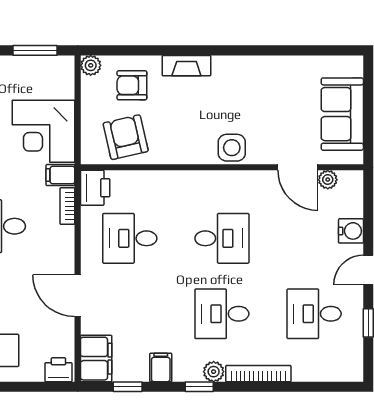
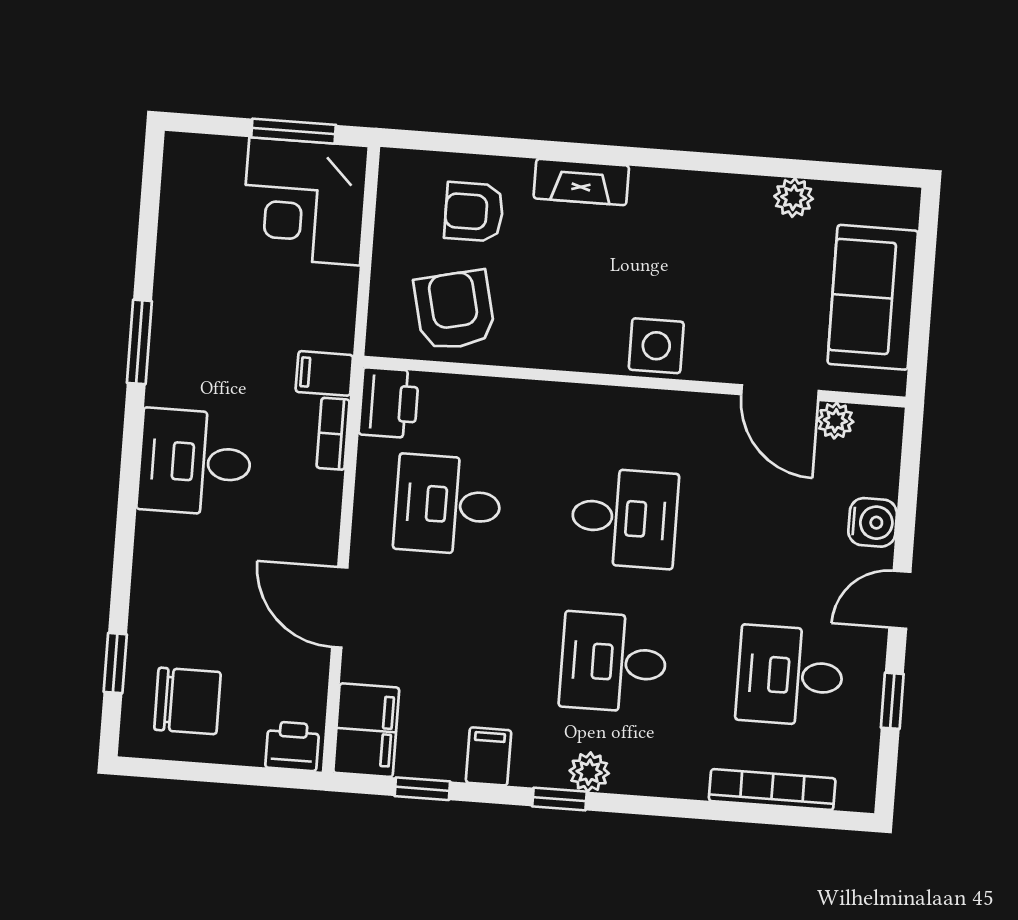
plant: (91, 65) -> (794, 198), moved
corner desk: (44, 131) -> (305, 201), moved
bookcase: (258, 374) -> (772, 790), moved

